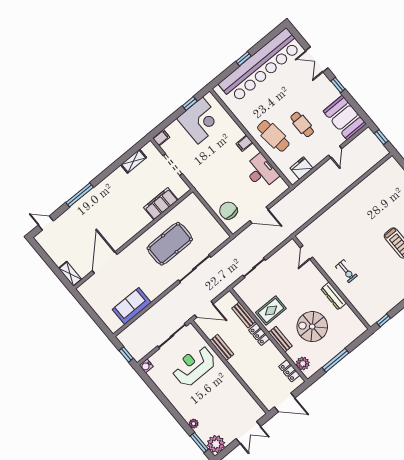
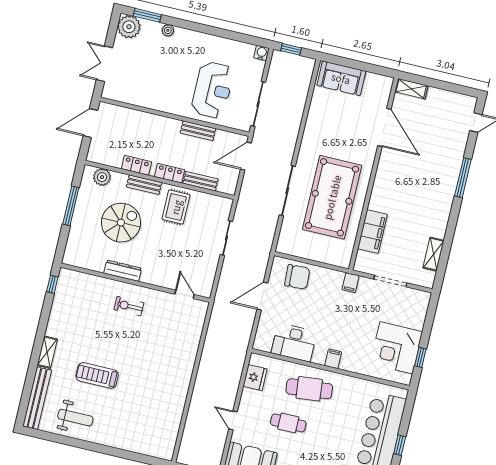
filing cabinet: (161, 138) -> (351, 283), moved
pool table: (170, 244) -> (332, 197), width x1.36, depth x1.32
sofa: (132, 306) -> (341, 78), moved, turned 90
locker: (289, 371) -> (136, 165), moved

